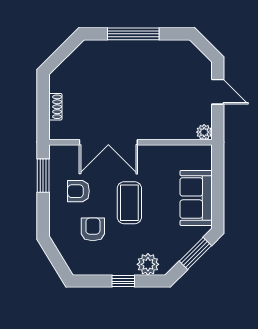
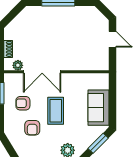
plant: (204, 132) -> (18, 65), moved
armchair: (93, 229) -> (32, 128), turned 180

